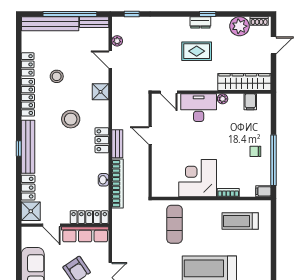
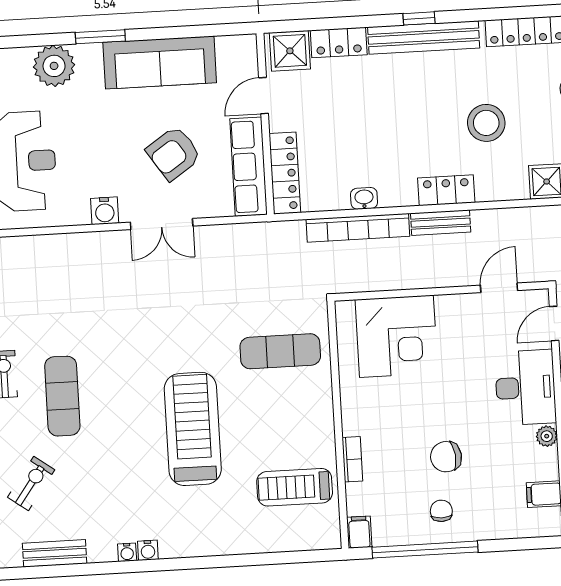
door: (150, 136) -> (499, 288), moved
chair: (230, 148) -> (446, 457), added
corner desk: (198, 178) -> (396, 336), moved, turned 90
treadmill: (240, 221) -> (295, 487), turned -90

